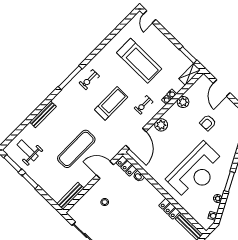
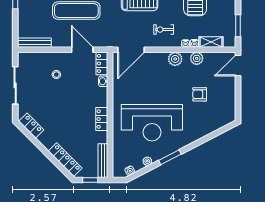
shelving: (190, 74) -> (211, 42), moved
door: (222, 88) -> (238, 66), moved
plant: (161, 125) -> (175, 59), moved
locker: (169, 209) -> (102, 119), moved

